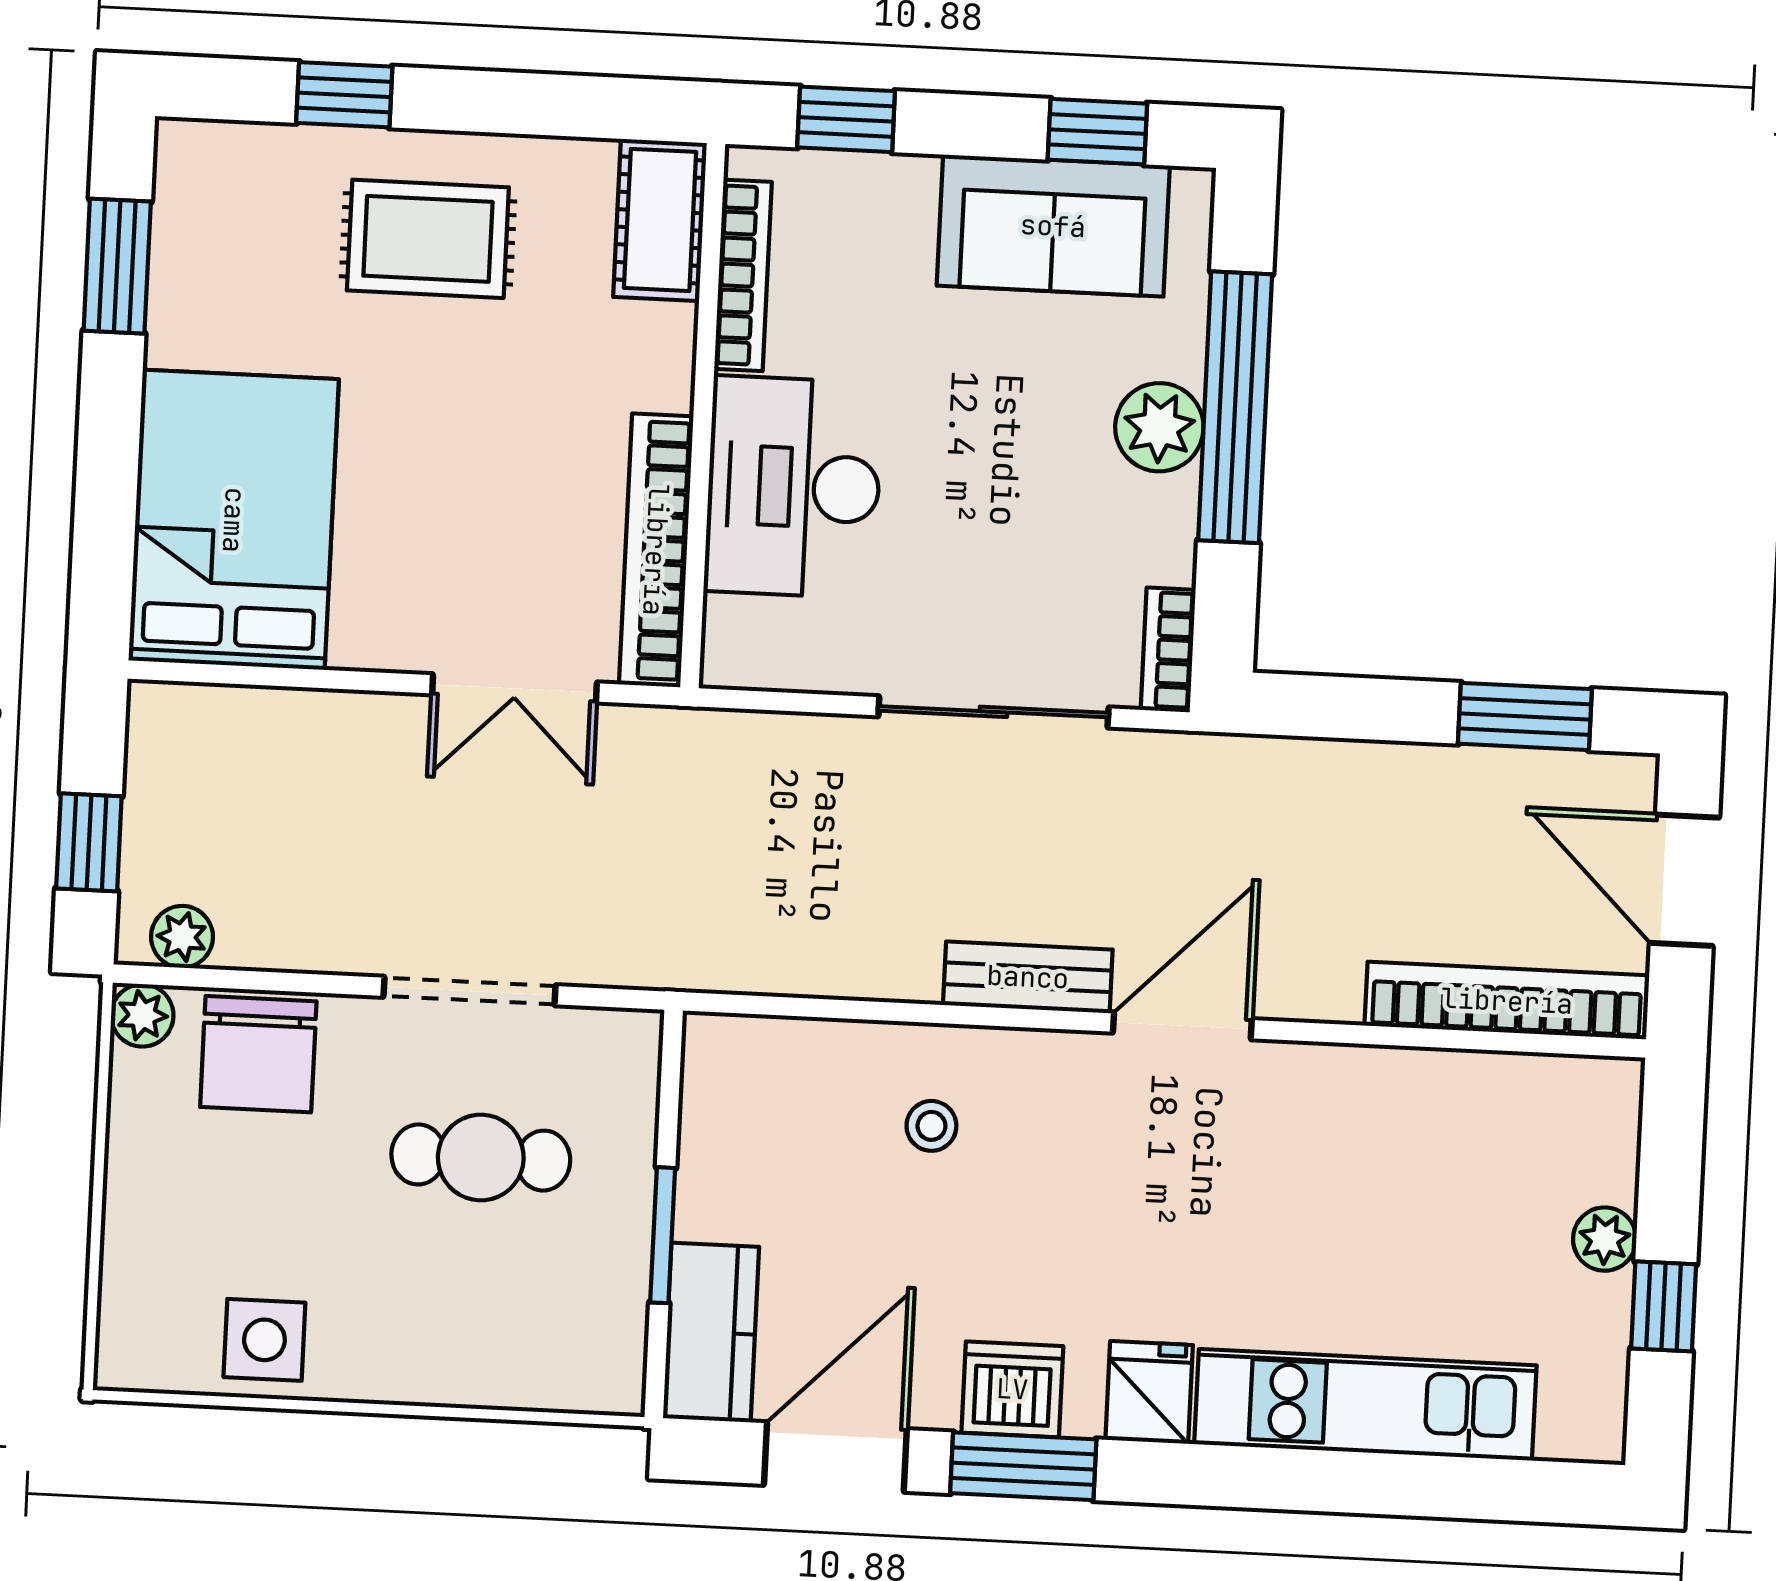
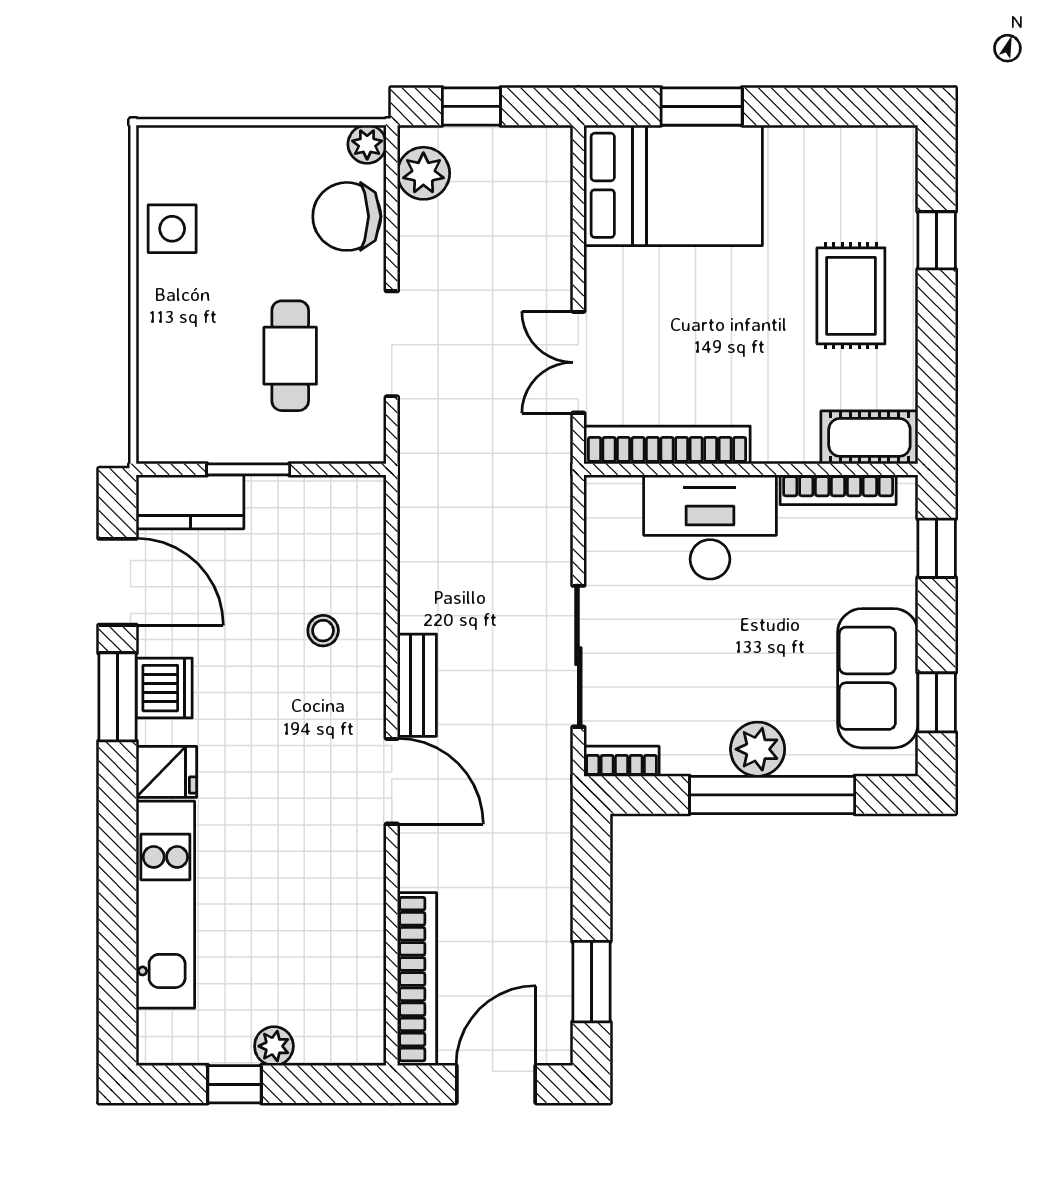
window: (117, 266) -> (702, 106), moved
plant: (182, 937) -> (423, 173), width x1.38, depth x1.38

